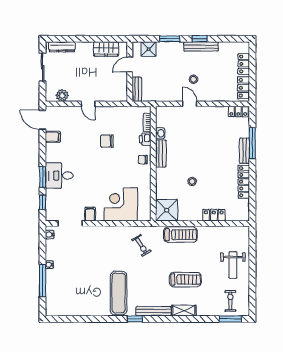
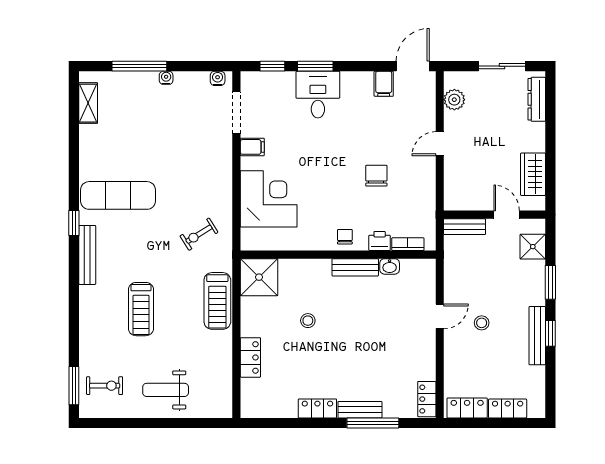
locker: (244, 182) -> (317, 408), width x0.66
shelving: (184, 311) -> (88, 103), moved

